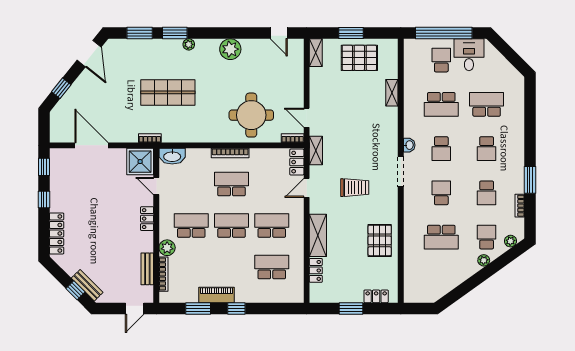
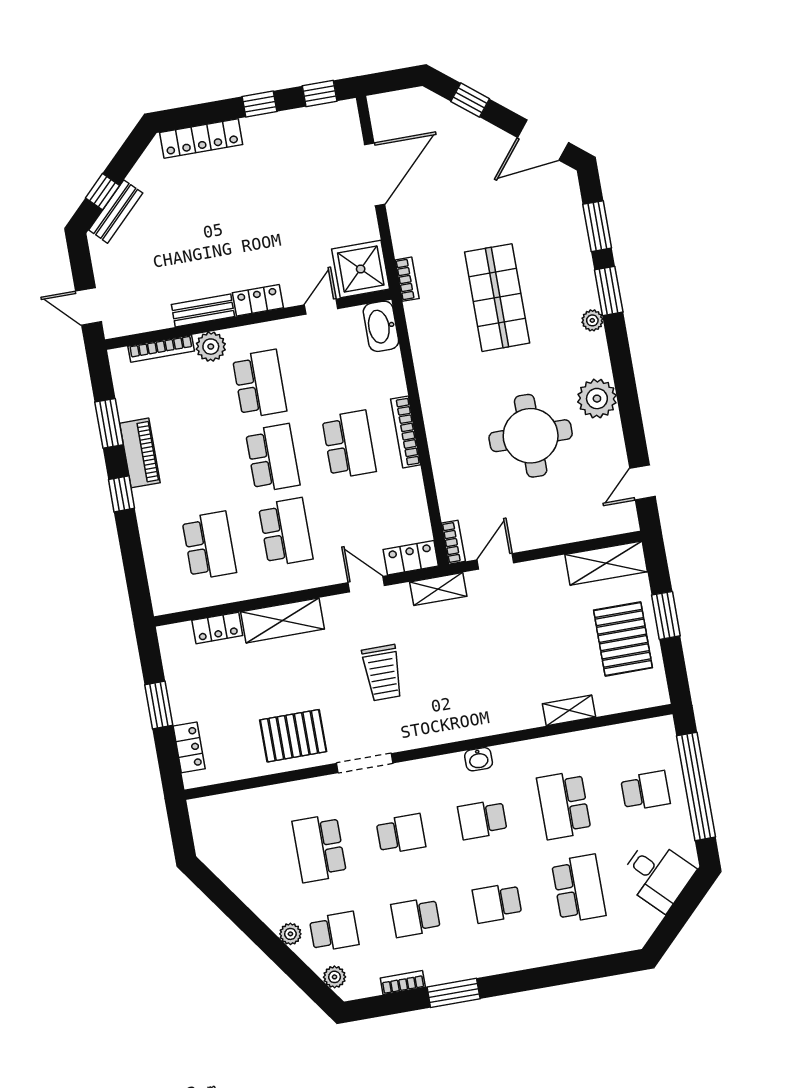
shelving: (316, 53) -> (606, 563), width x1.50, depth x1.33
desk: (469, 55) -> (657, 875), moved, turned 45
round table: (251, 115) -> (531, 436), moved
doorway: (401, 172) -> (365, 763), moved
bench: (147, 269) -> (203, 311), moved

